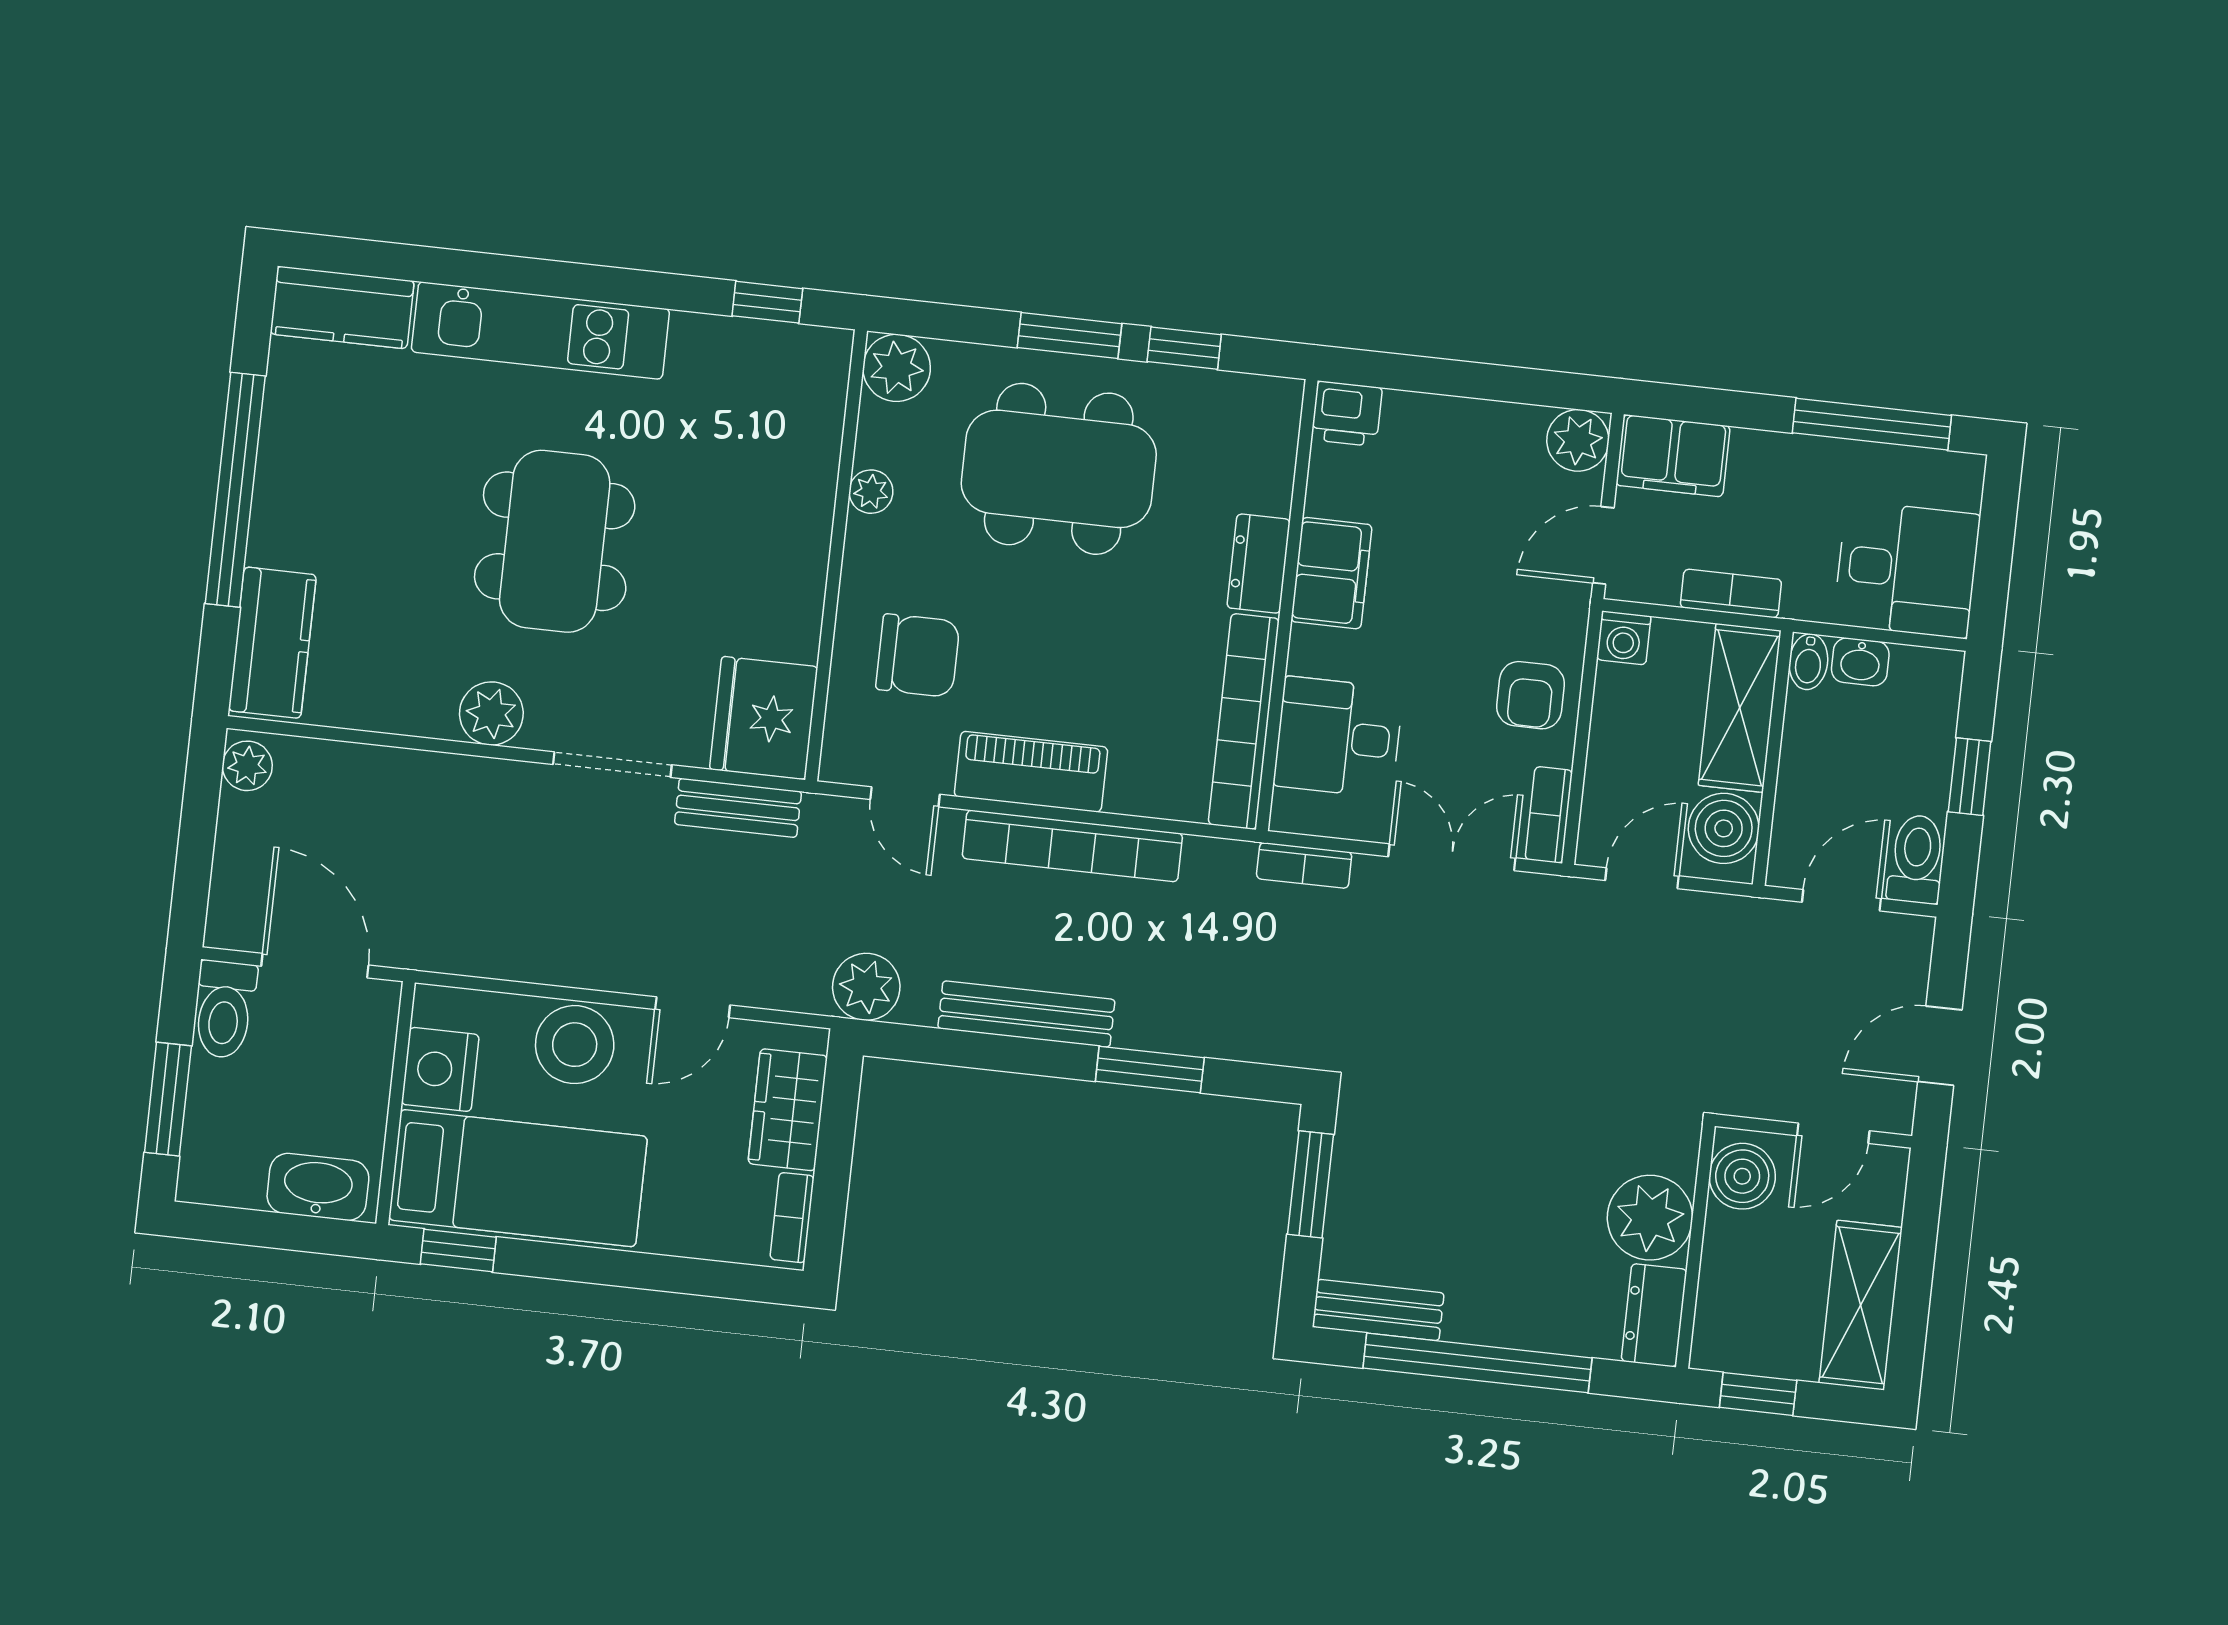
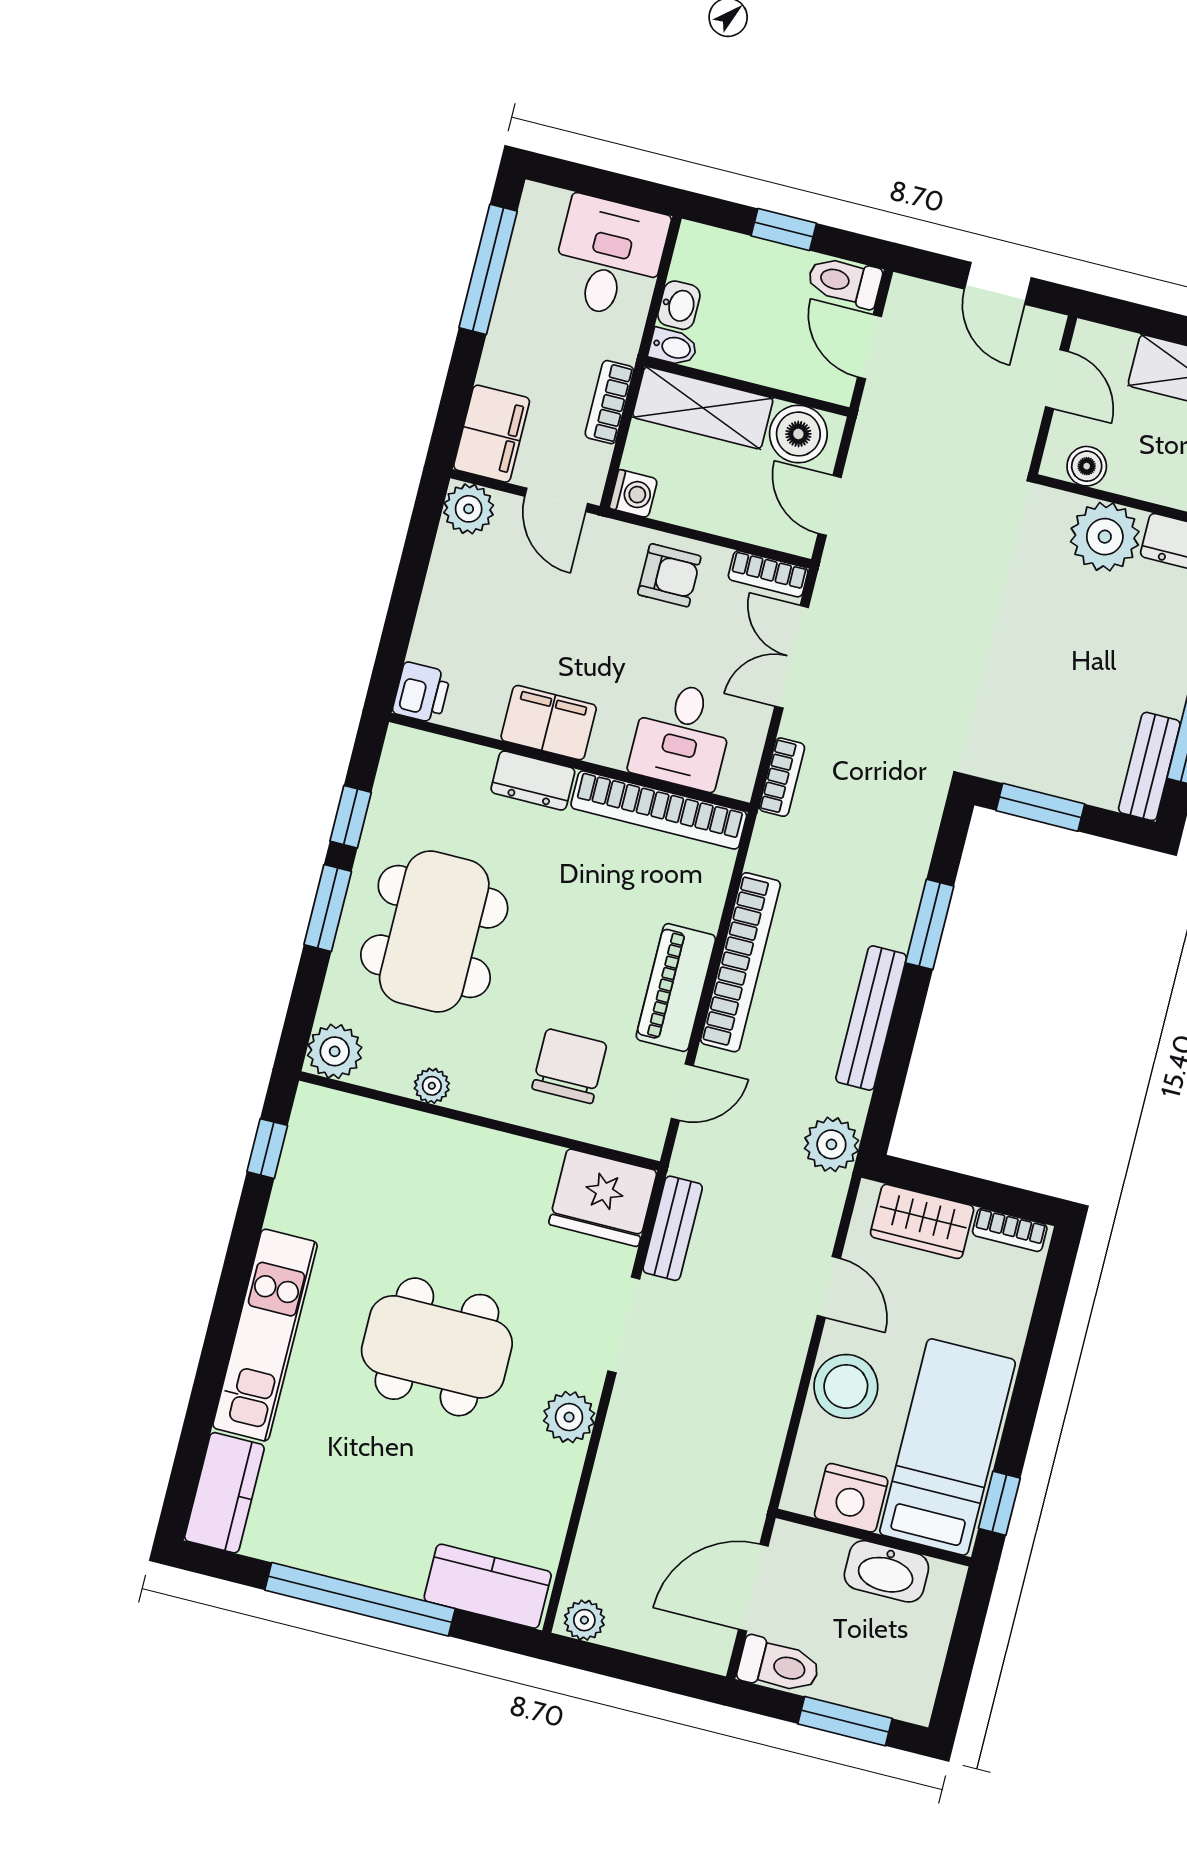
boiler: (1742, 1176) -> (1087, 466), width x0.73, depth x0.73
washbasin: (318, 1187) -> (886, 1571), moved, turned -90

